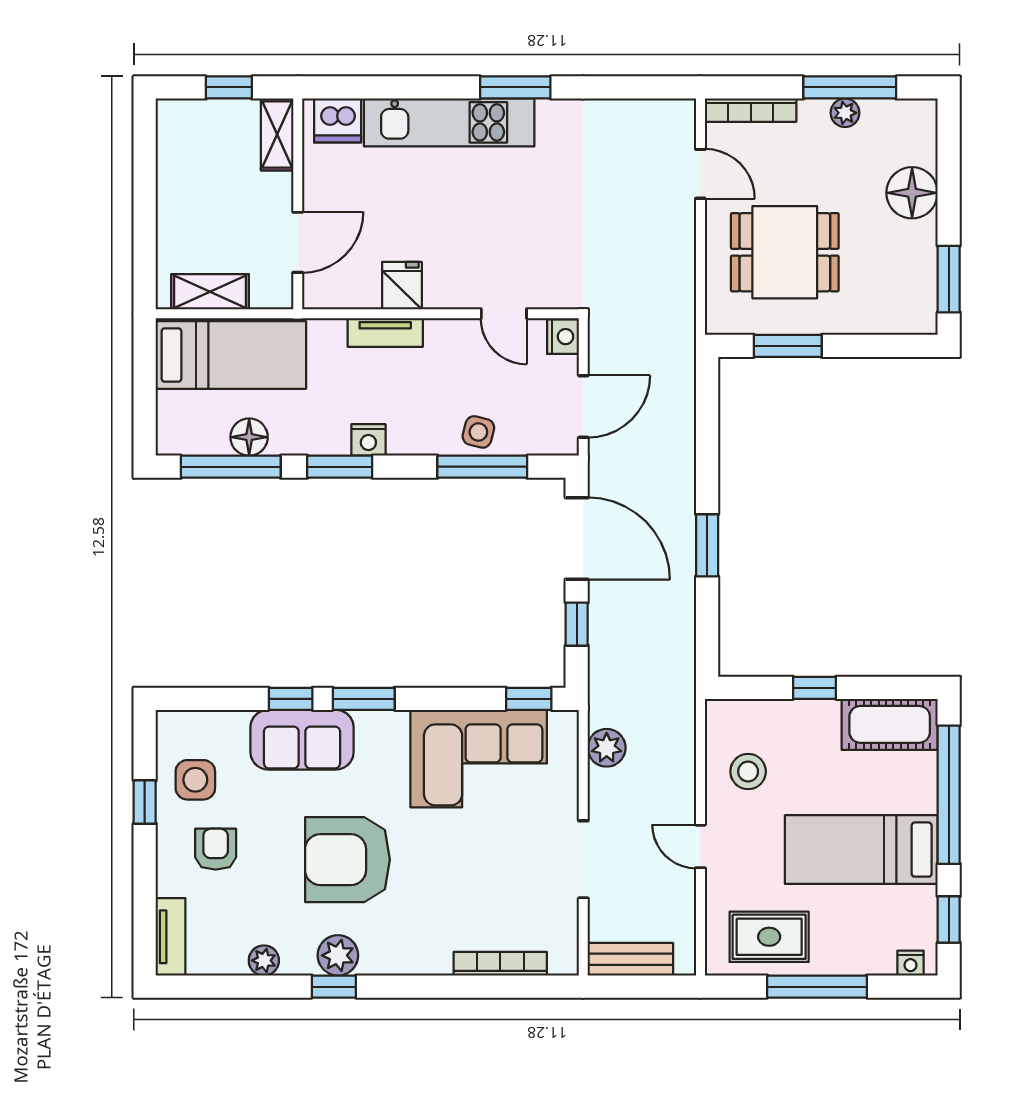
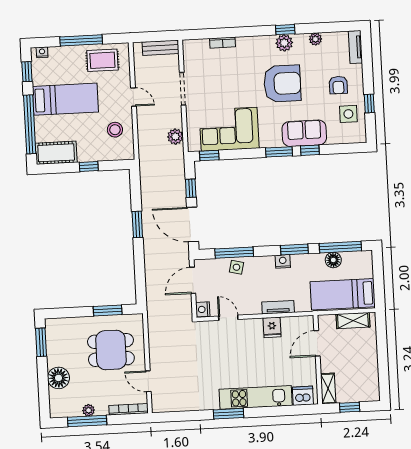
bookcase: (500, 964) -> (223, 43), width x0.64

